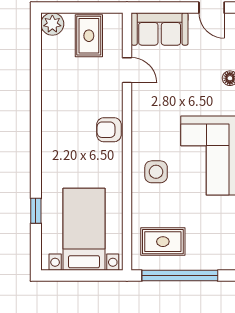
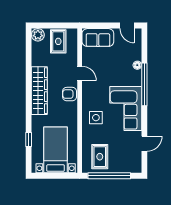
door: (127, 70) -> (80, 73), moved
wardrobe: (55, 124) -> (39, 91), added
rug: (163, 242) -> (100, 157), turned 90

